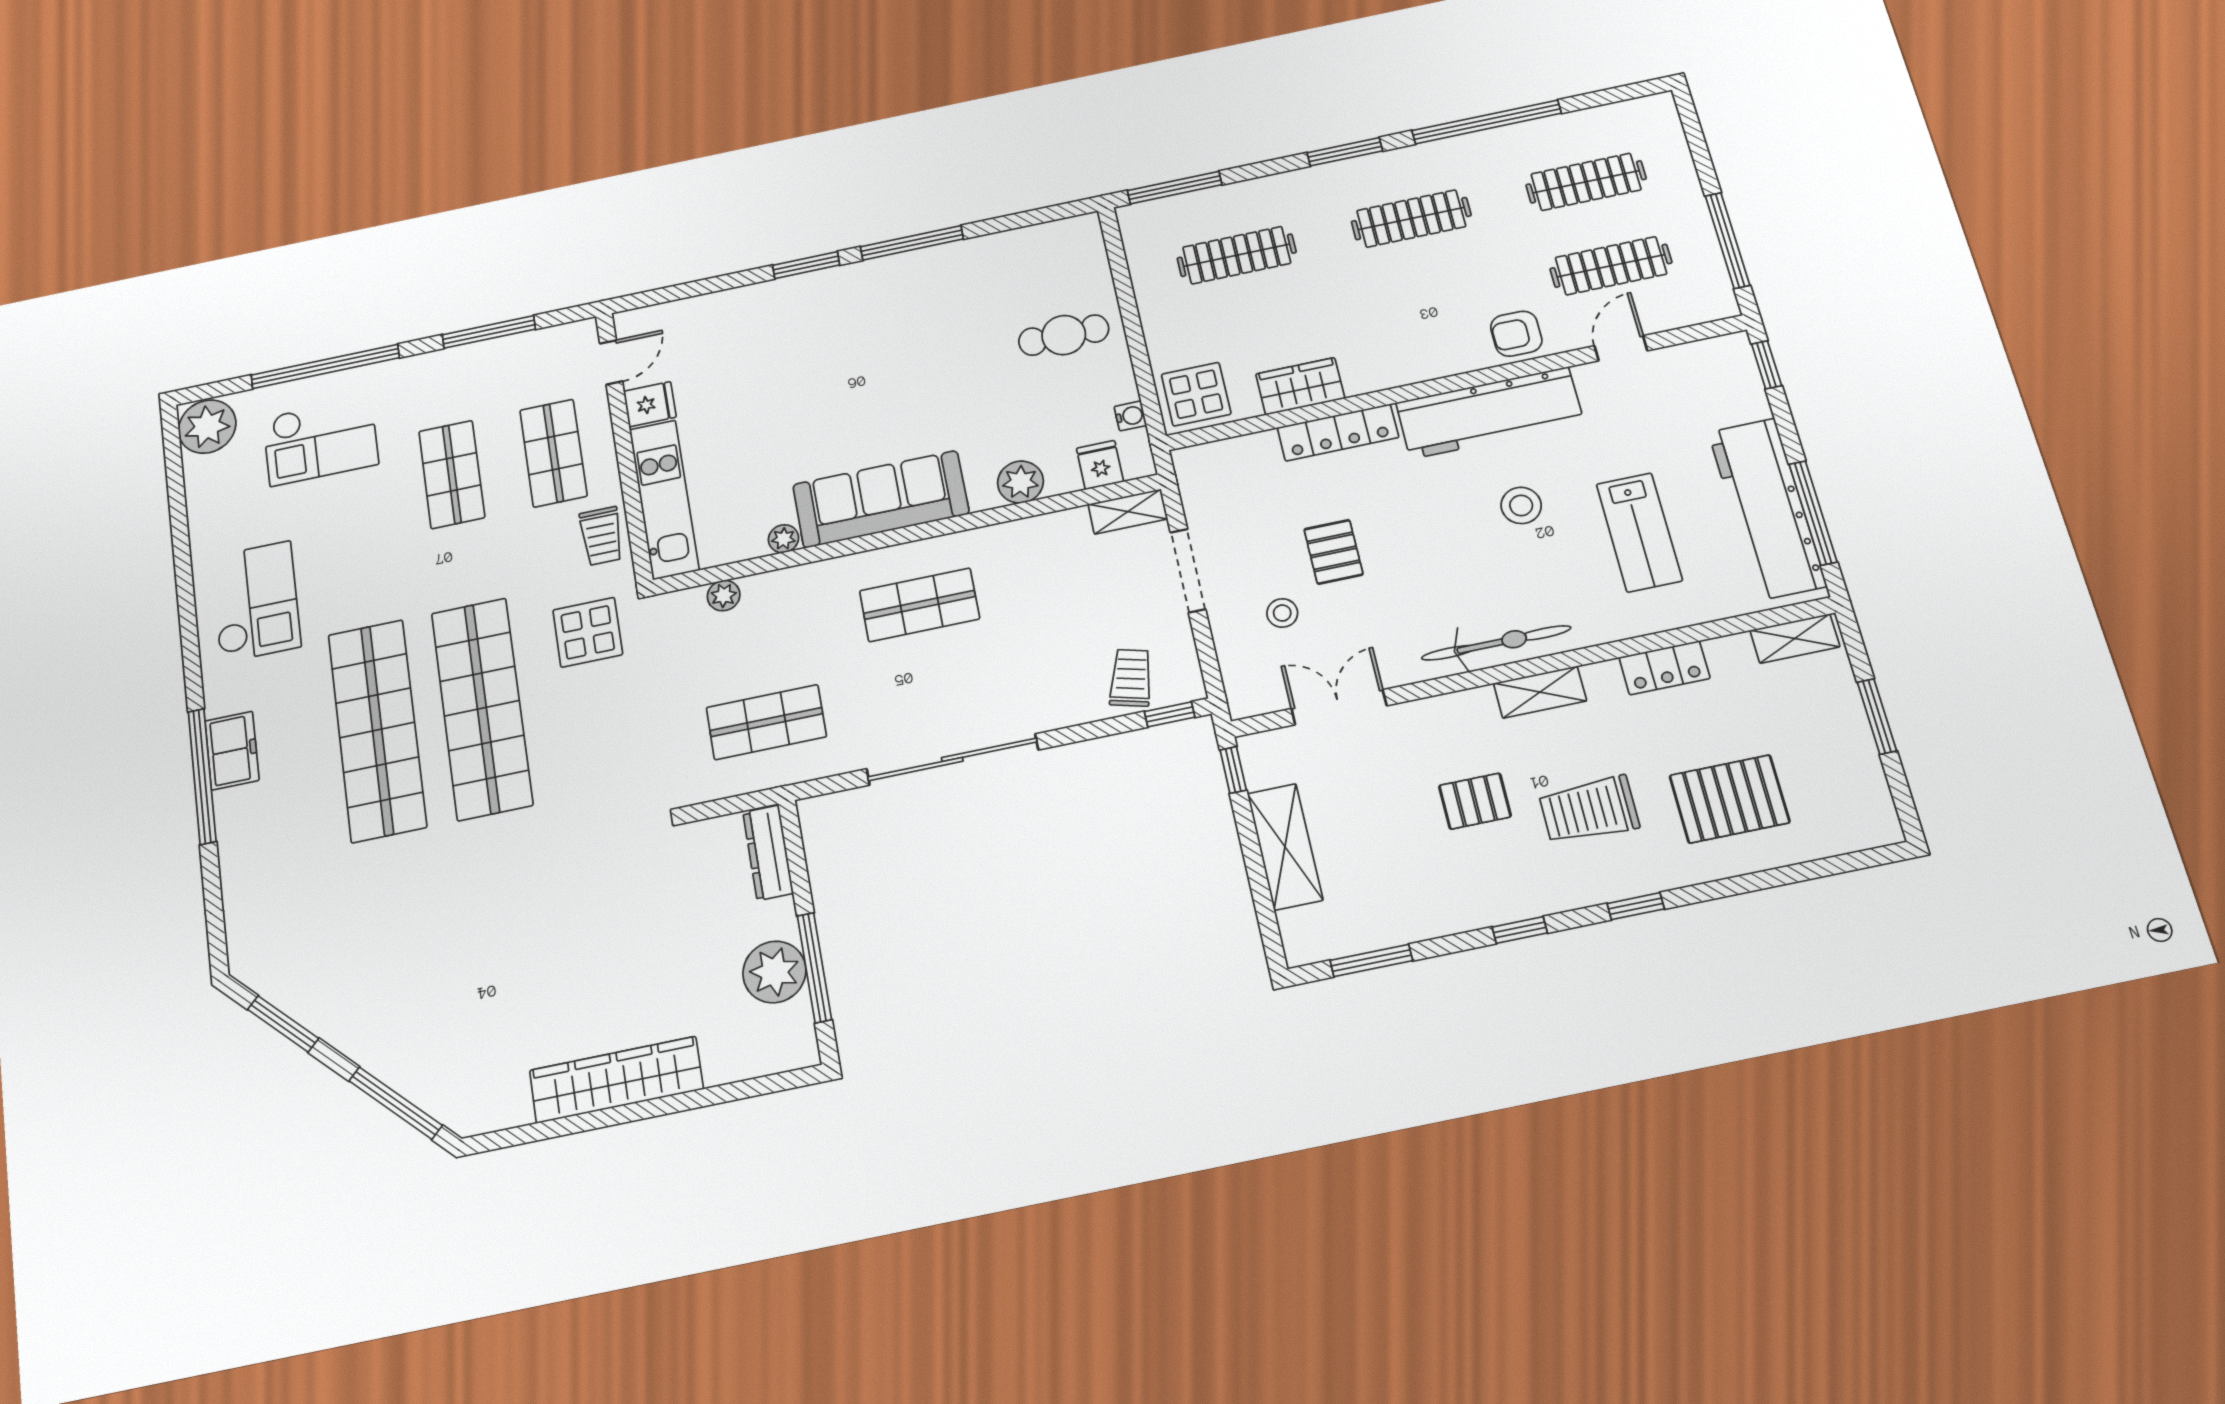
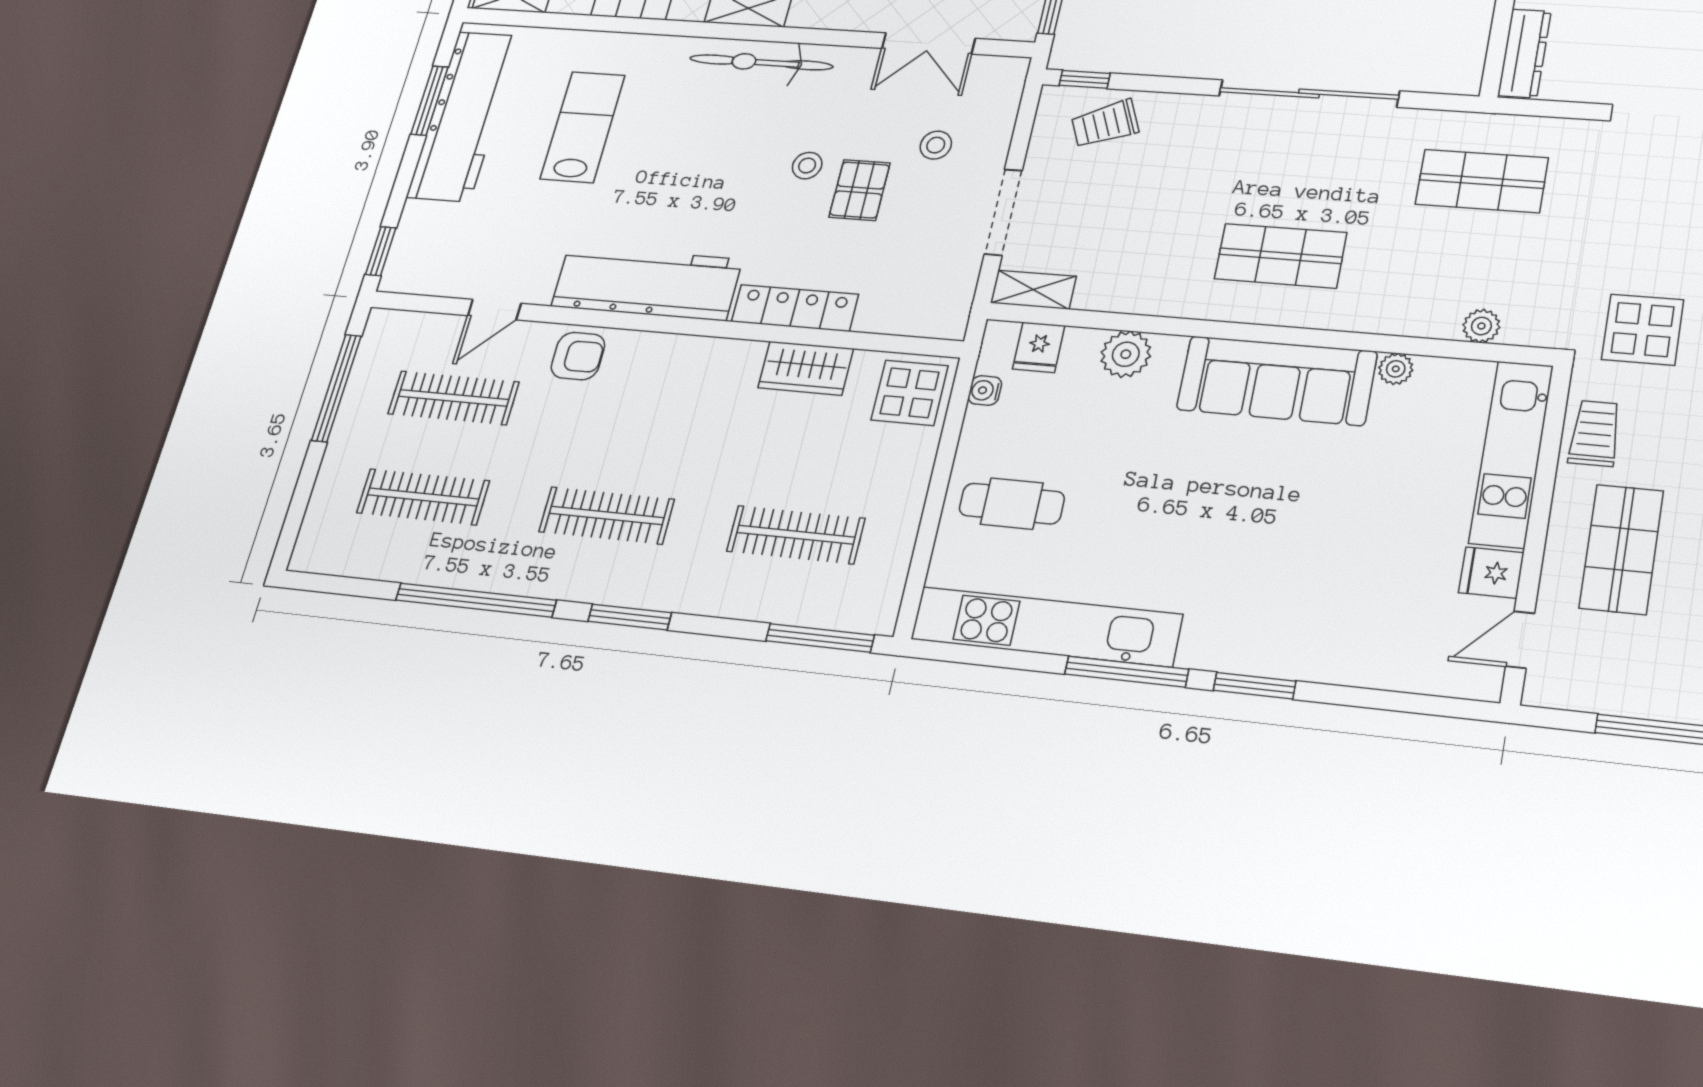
kitchen unit: (992, 254) -> (1046, 627), added
stool: (1521, 505) -> (807, 166), moved, width x0.73, depth x0.73
window: (1813, 513) -> (429, 101), width x0.69
trolley: (1131, 678) -> (1105, 124), turned 52

